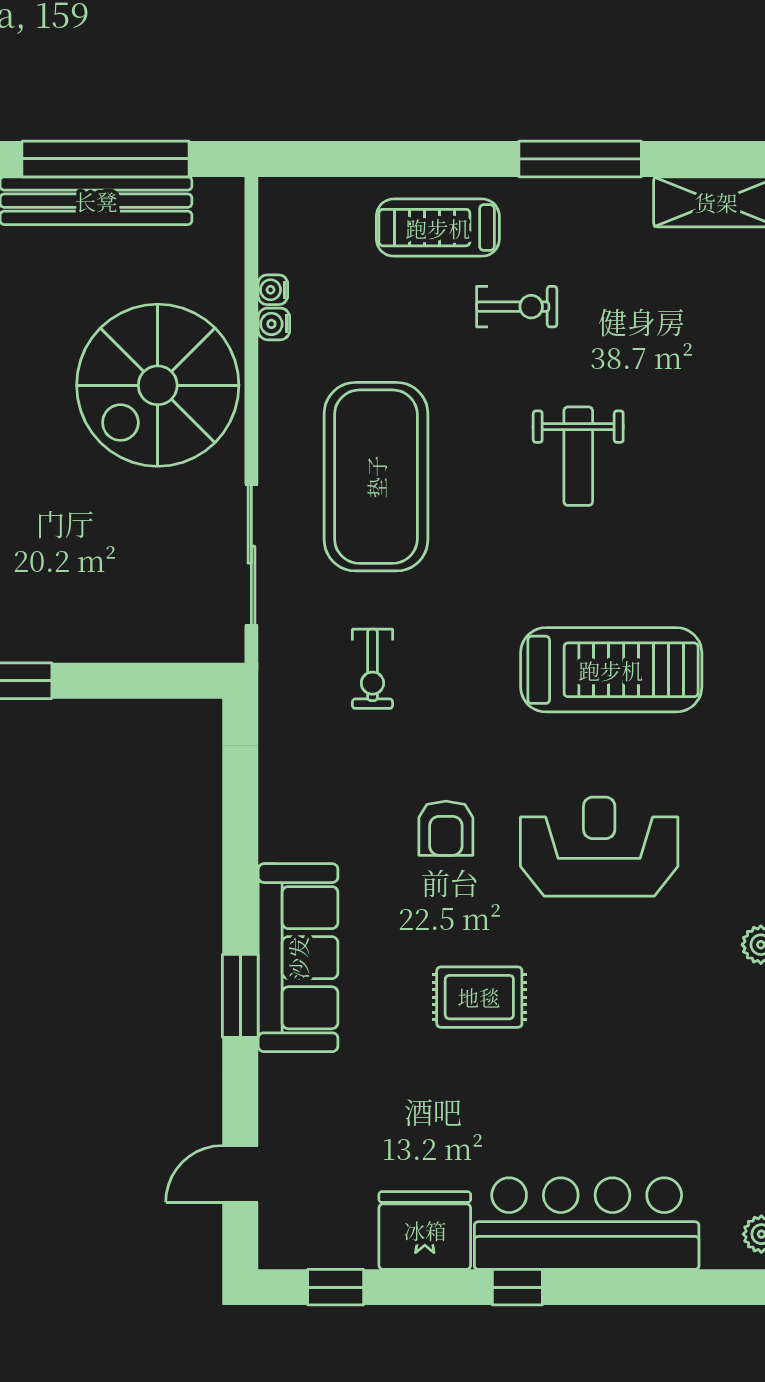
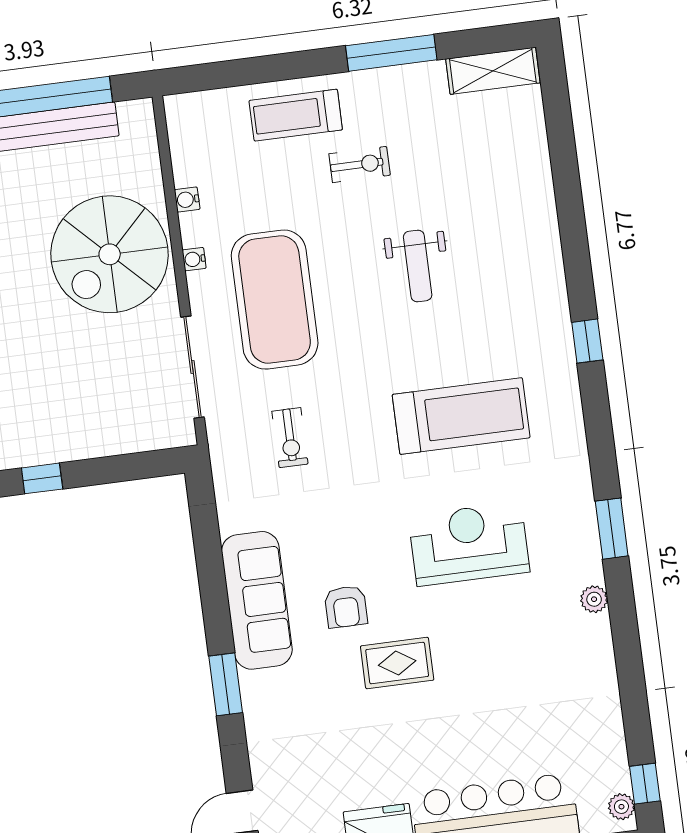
water cooler: (273, 290) -> (194, 259), moved
armchair: (446, 828) -> (346, 607), moved
sofa: (298, 958) -> (257, 600), moved

